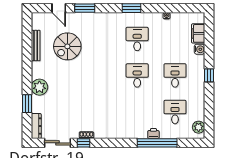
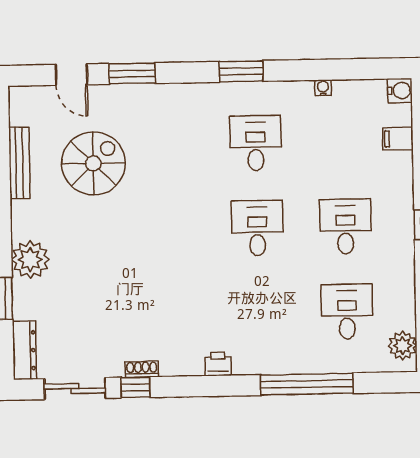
filing cabinet: (198, 33) -> (398, 139), width x0.50
spiral stairs: (67, 46) -> (93, 163), turned 180
water cooler: (199, 49) -> (400, 90), moved
printer: (153, 133) -> (218, 364), moved

